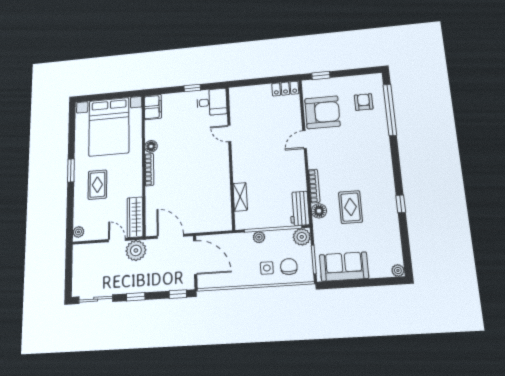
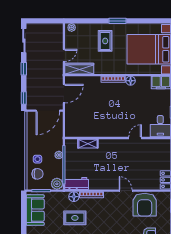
rug: (97, 185) -> (105, 41), turned 90
plant: (136, 250) -> (56, 69), removed

